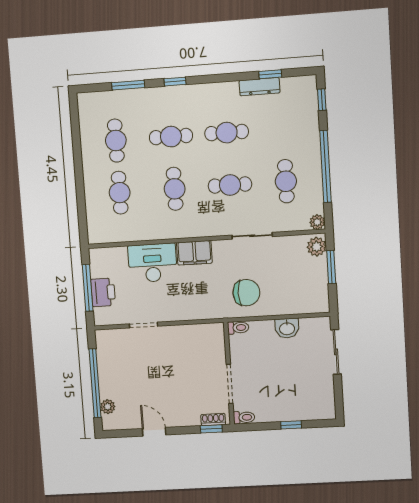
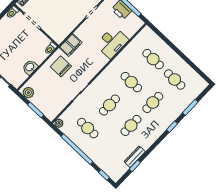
plant: (317, 247) -> (28, 93), moved
filing cabinet: (194, 253) -> (71, 45), moved, turned 180
chair: (246, 293) -> (61, 66), turned 90

